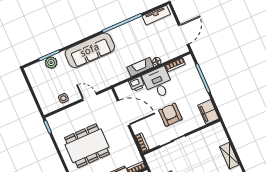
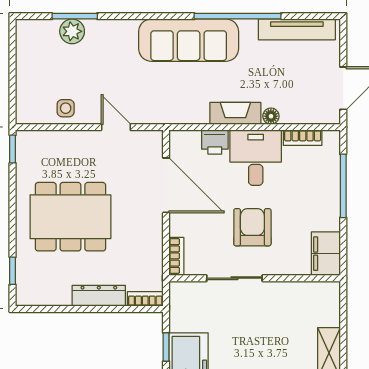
tv unit: (156, 15) -> (297, 29), width x1.41
sofa: (90, 50) -> (189, 40), moved

